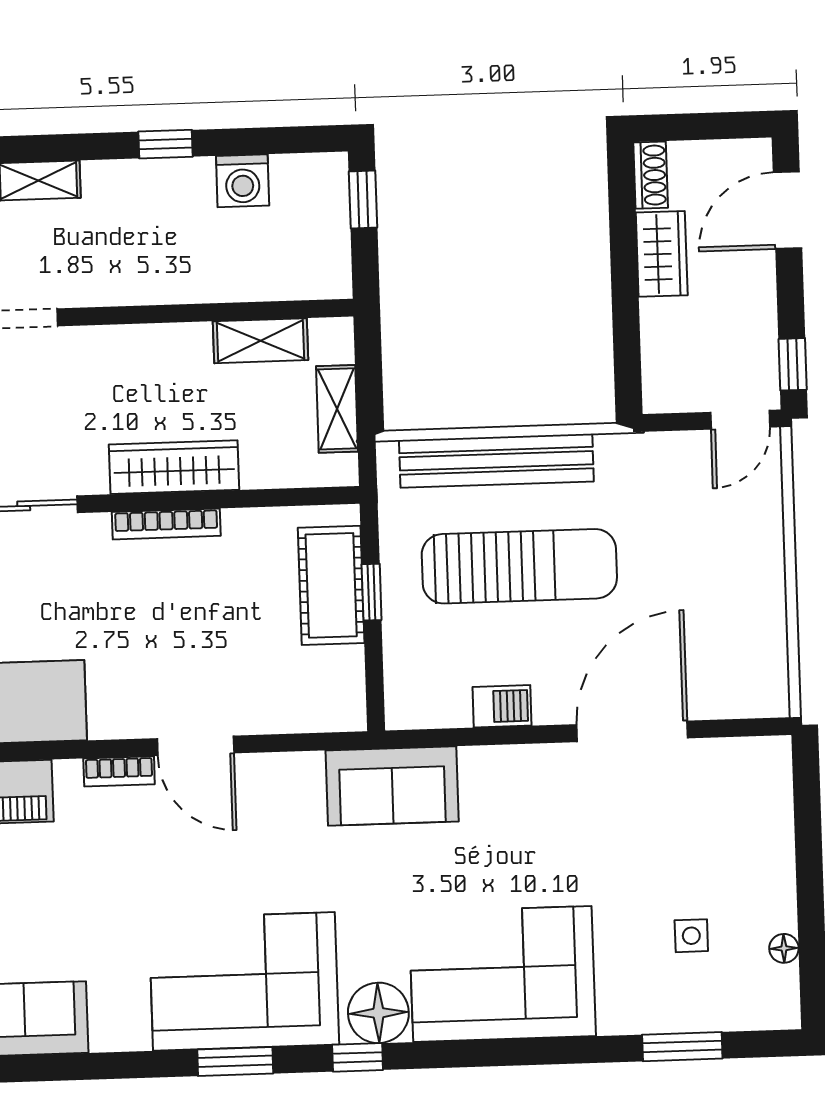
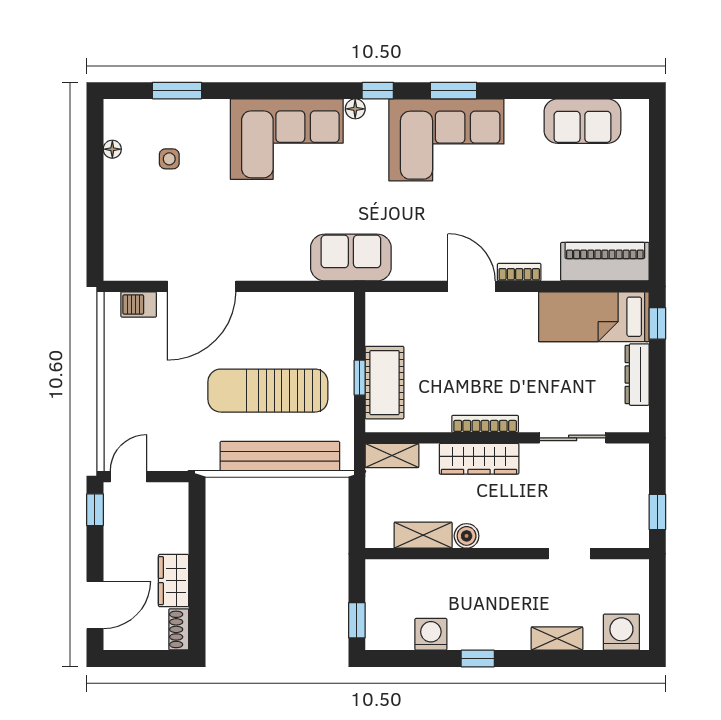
boiler: (190, 342) -> (467, 536), added
shelving: (337, 409) -> (392, 456), moved, turned 90
barbecue: (502, 706) -> (139, 304), moved
floor lamp: (378, 1013) -> (355, 109), width x0.53, depth x0.53

